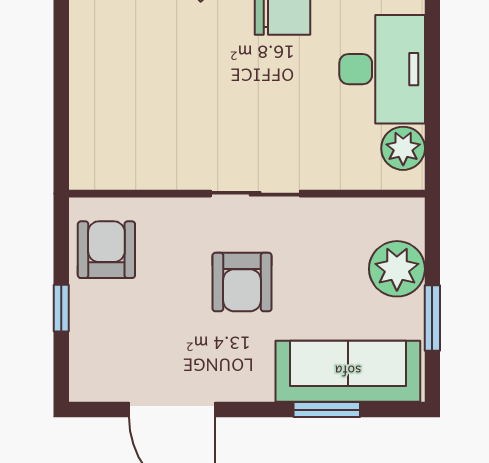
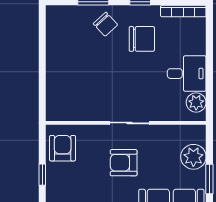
desk: (382, 69) -> (187, 74), width x0.73
armchair: (242, 282) -> (124, 163), turned 90

